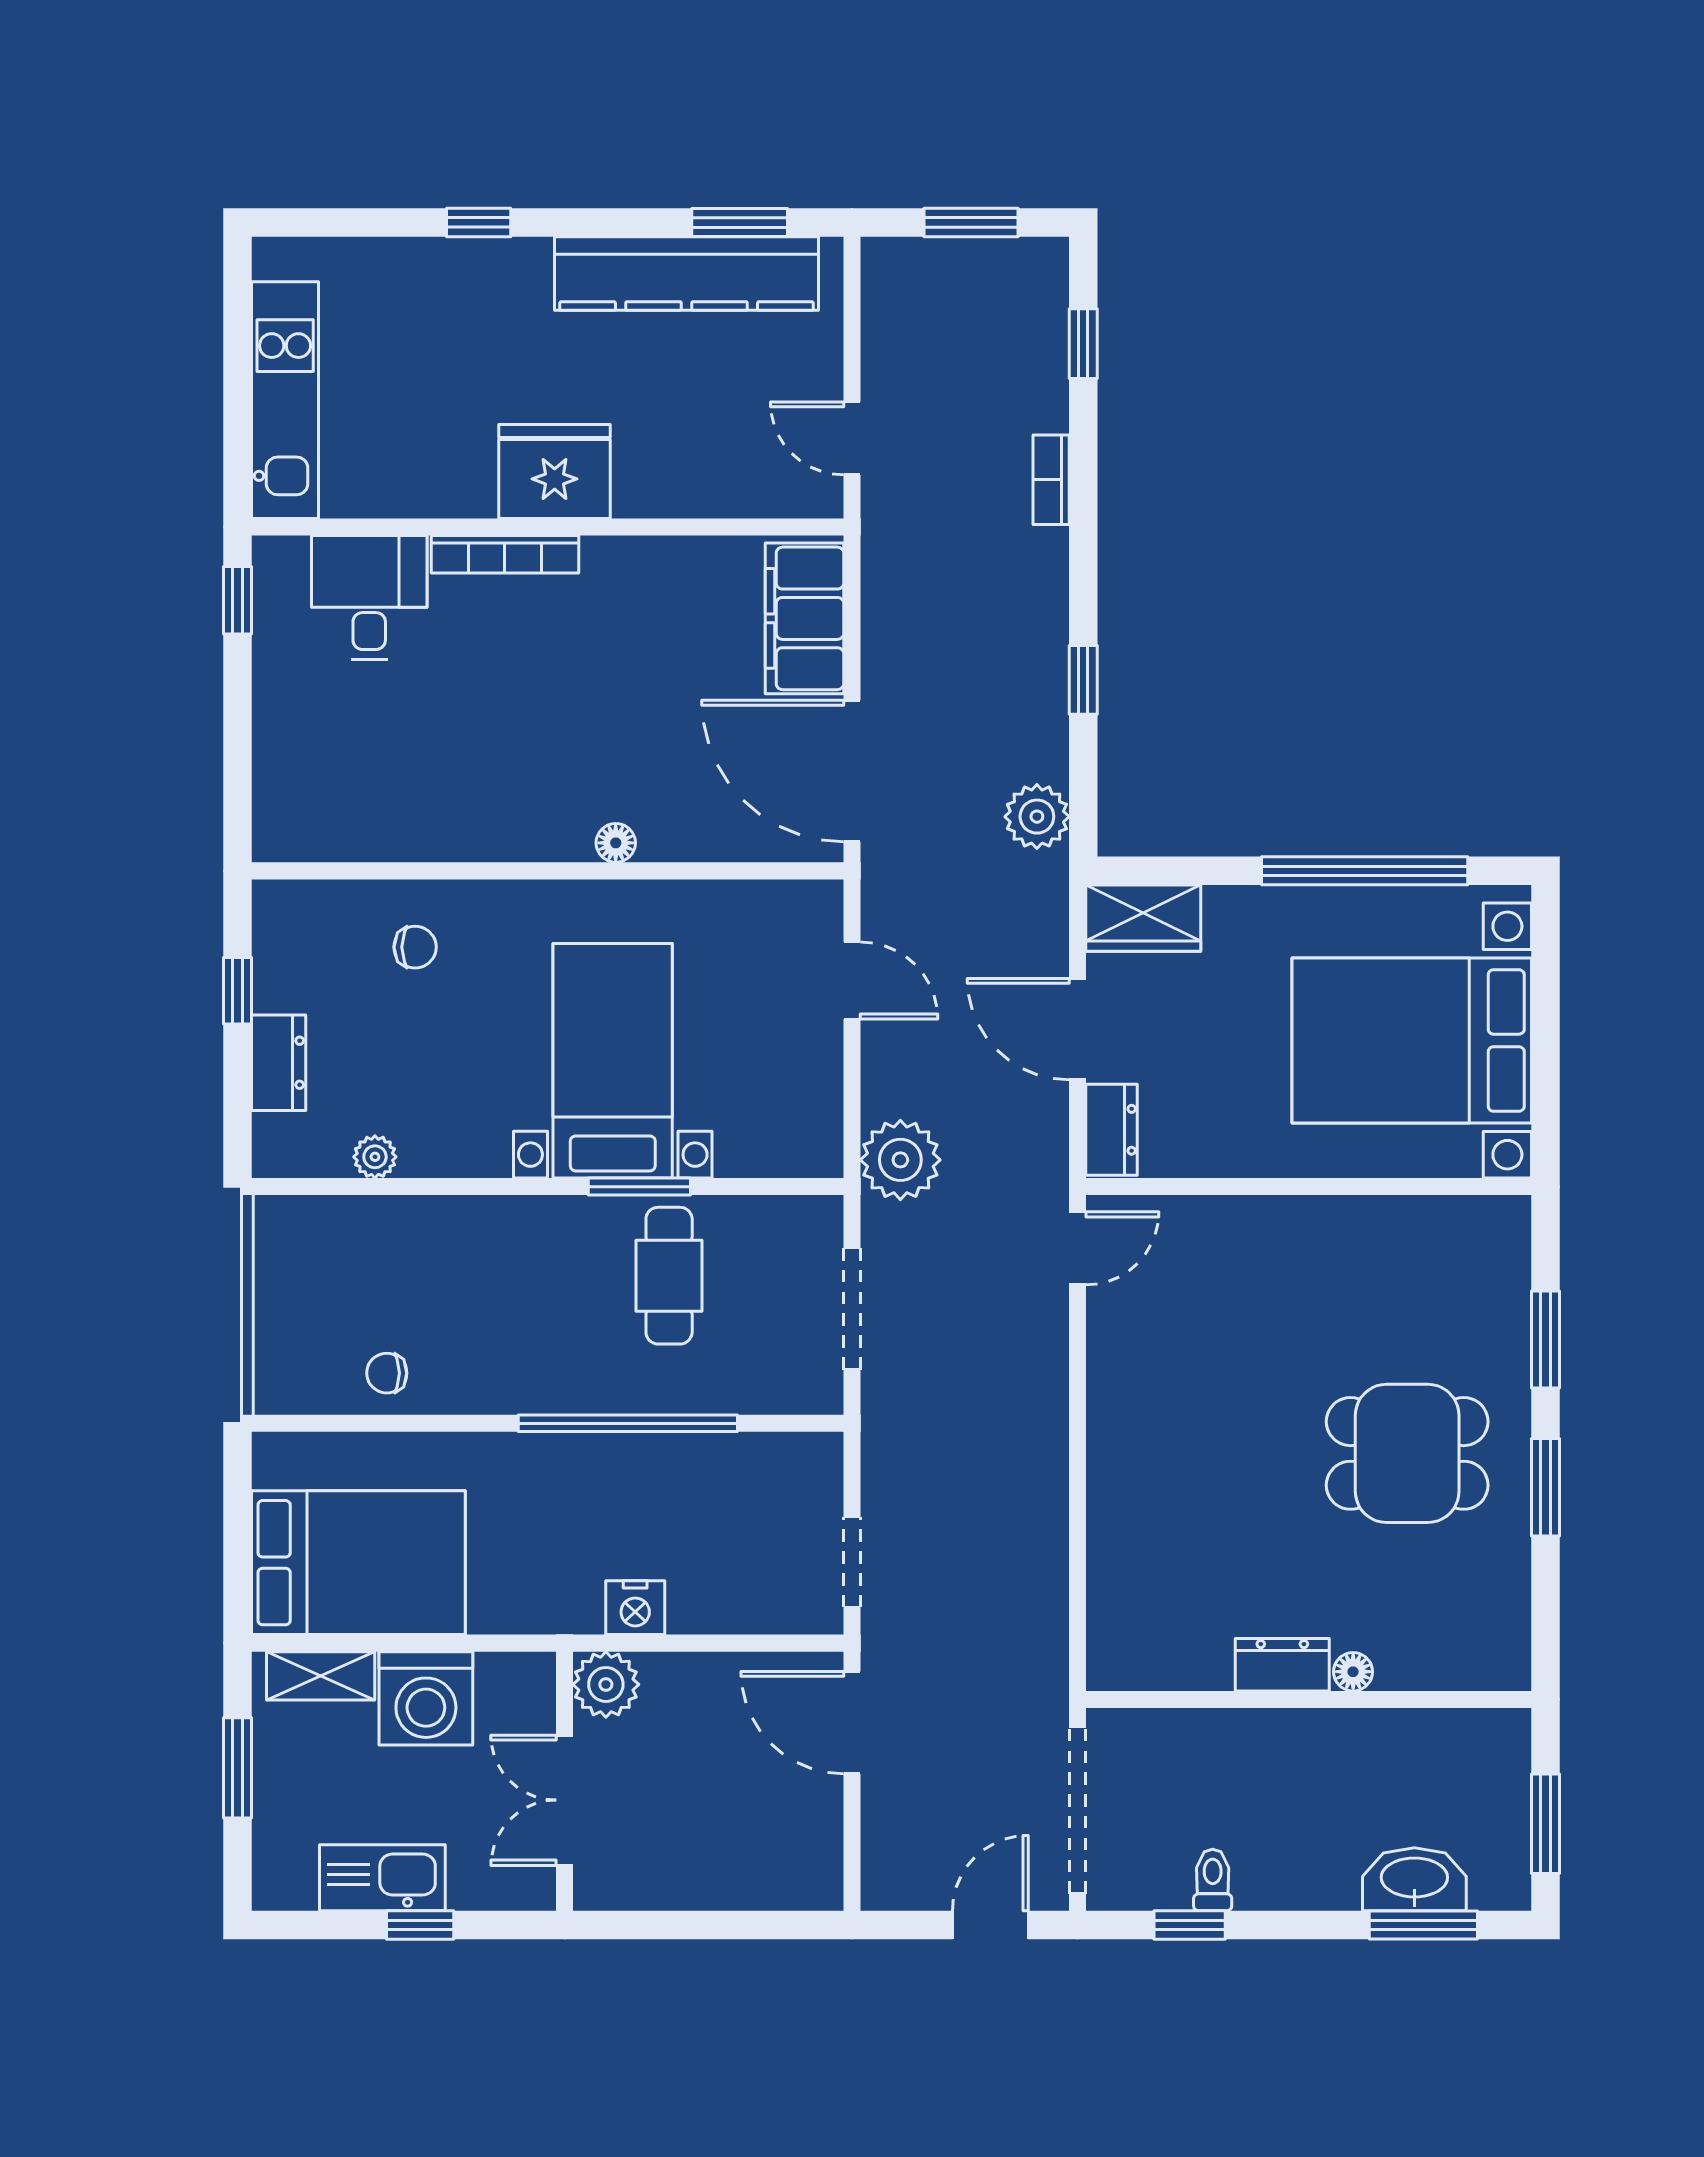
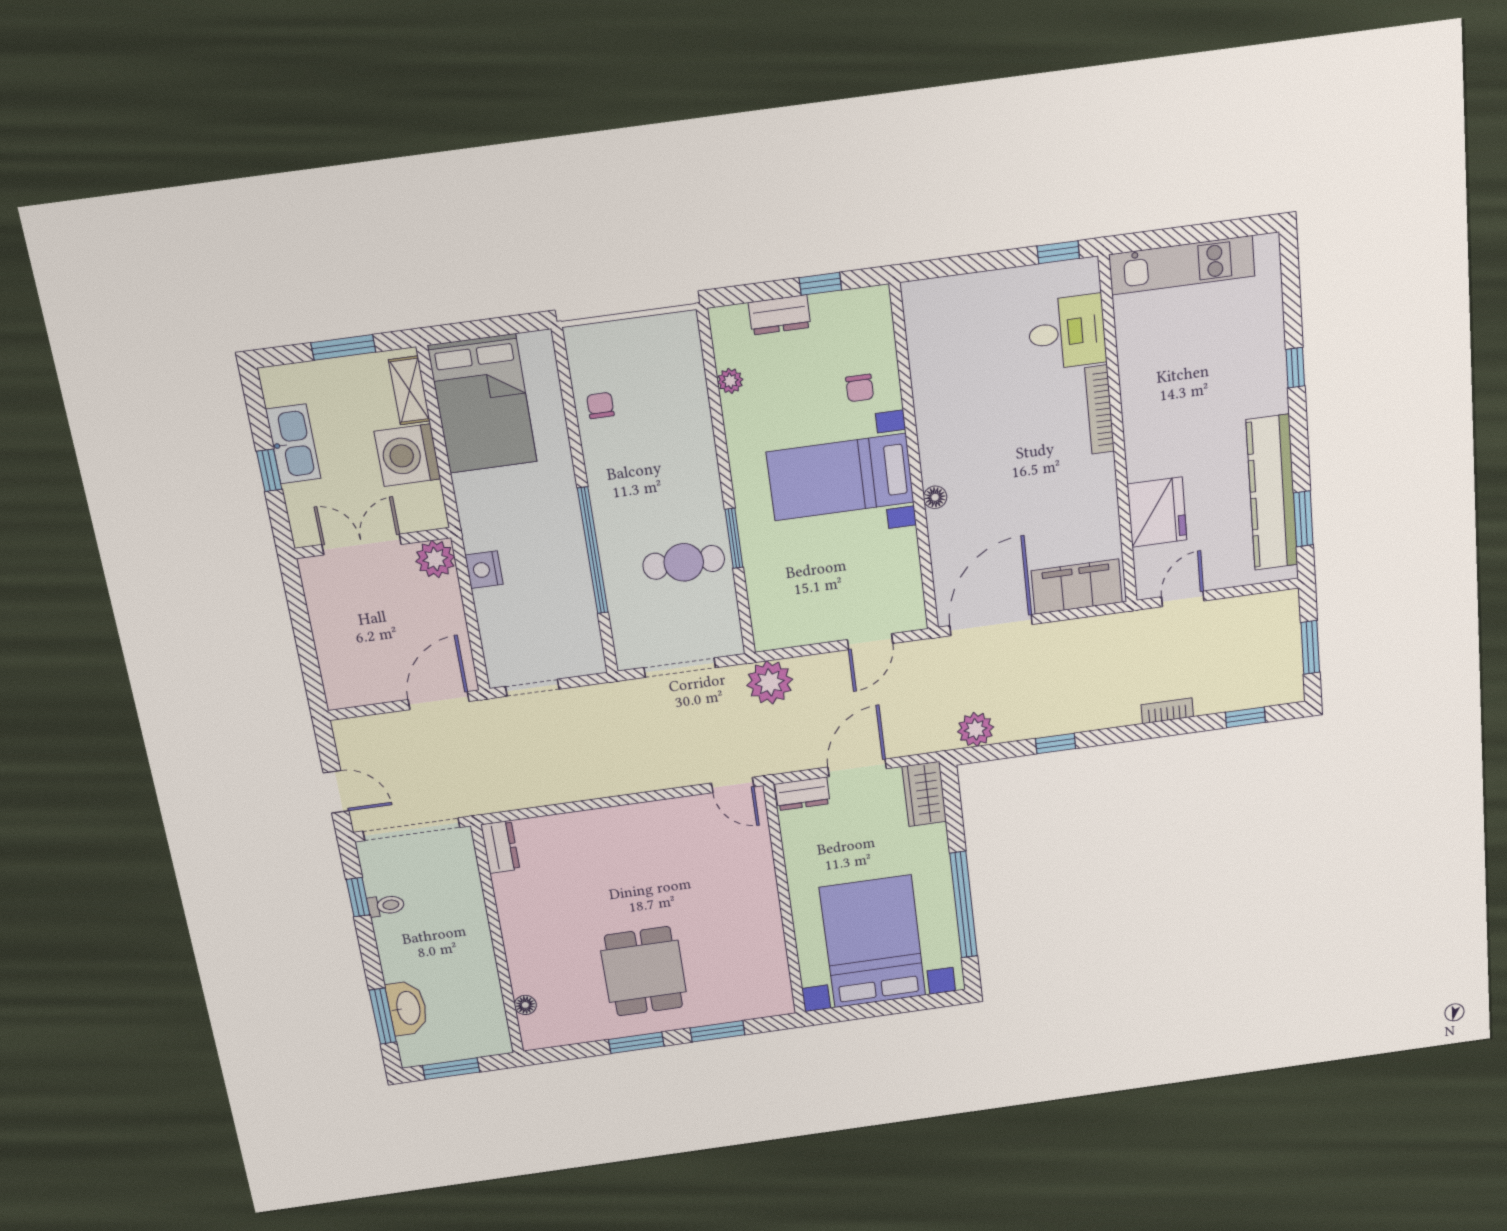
fridge: (555, 471) -> (1157, 512), moved
bed with nightstands: (613, 1061) -> (840, 477), moved, turned 180
dresser: (1282, 1665) -> (500, 847), moved
floor lamp: (1353, 1672) -> (525, 1005), moved

